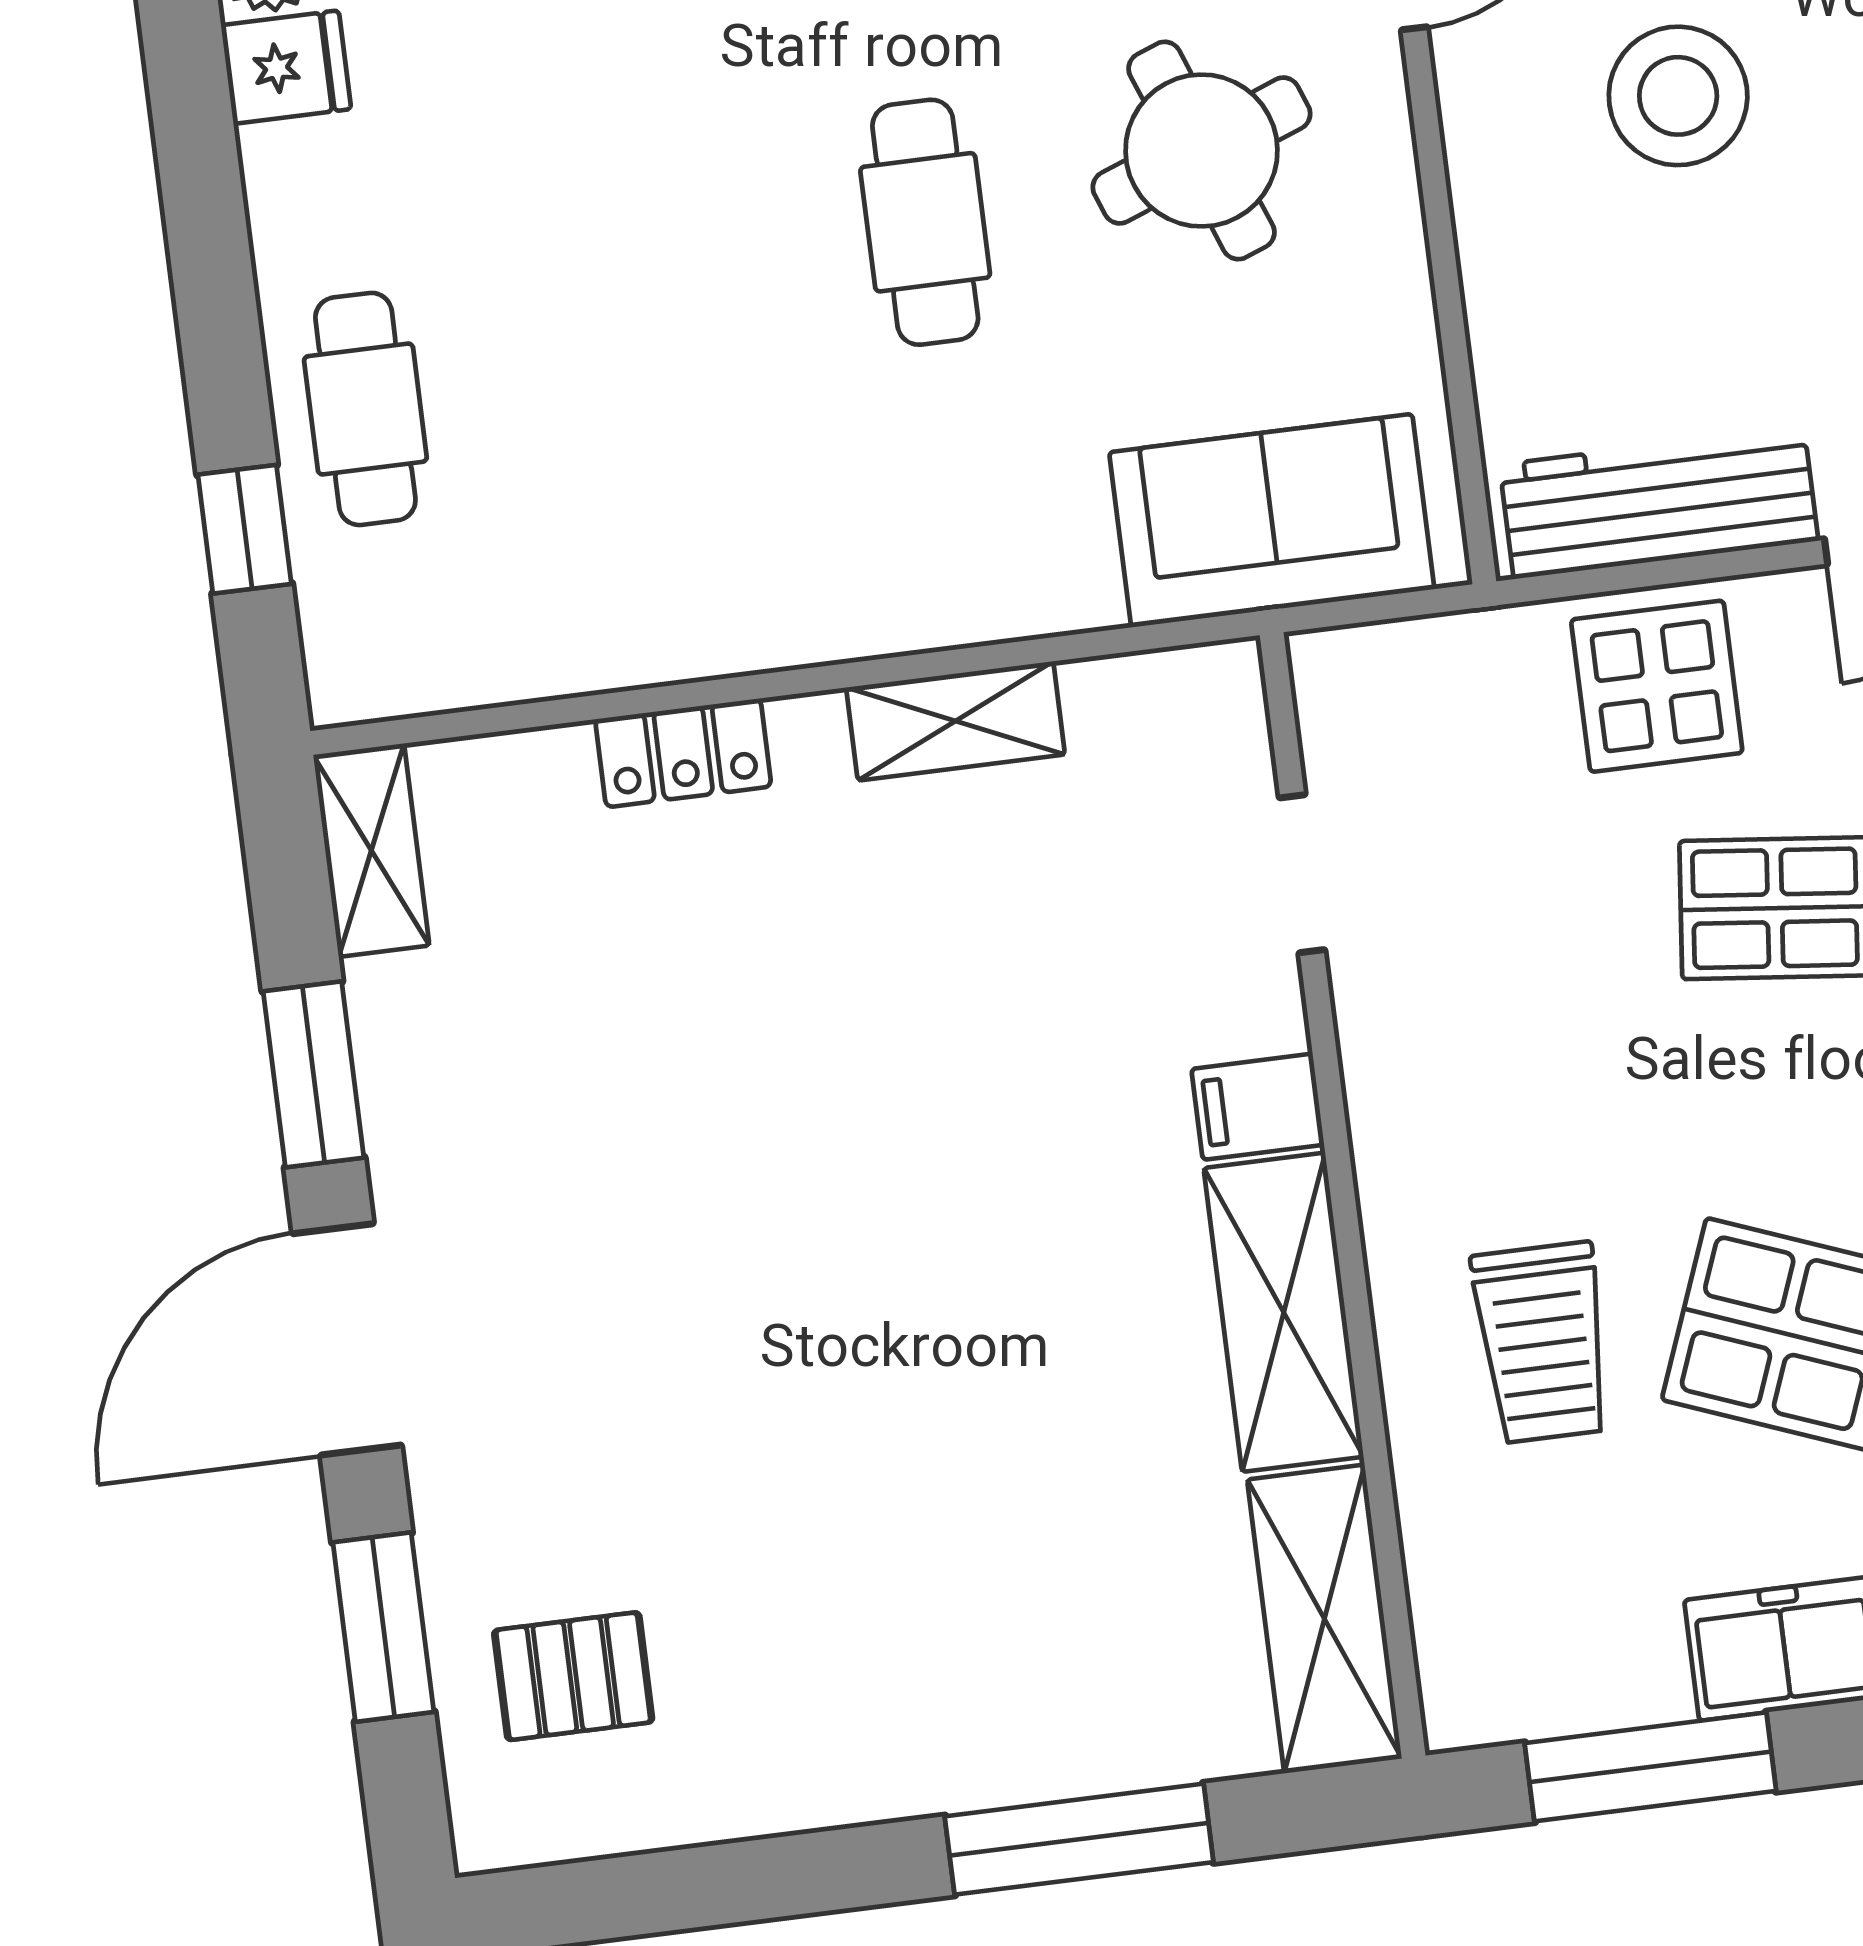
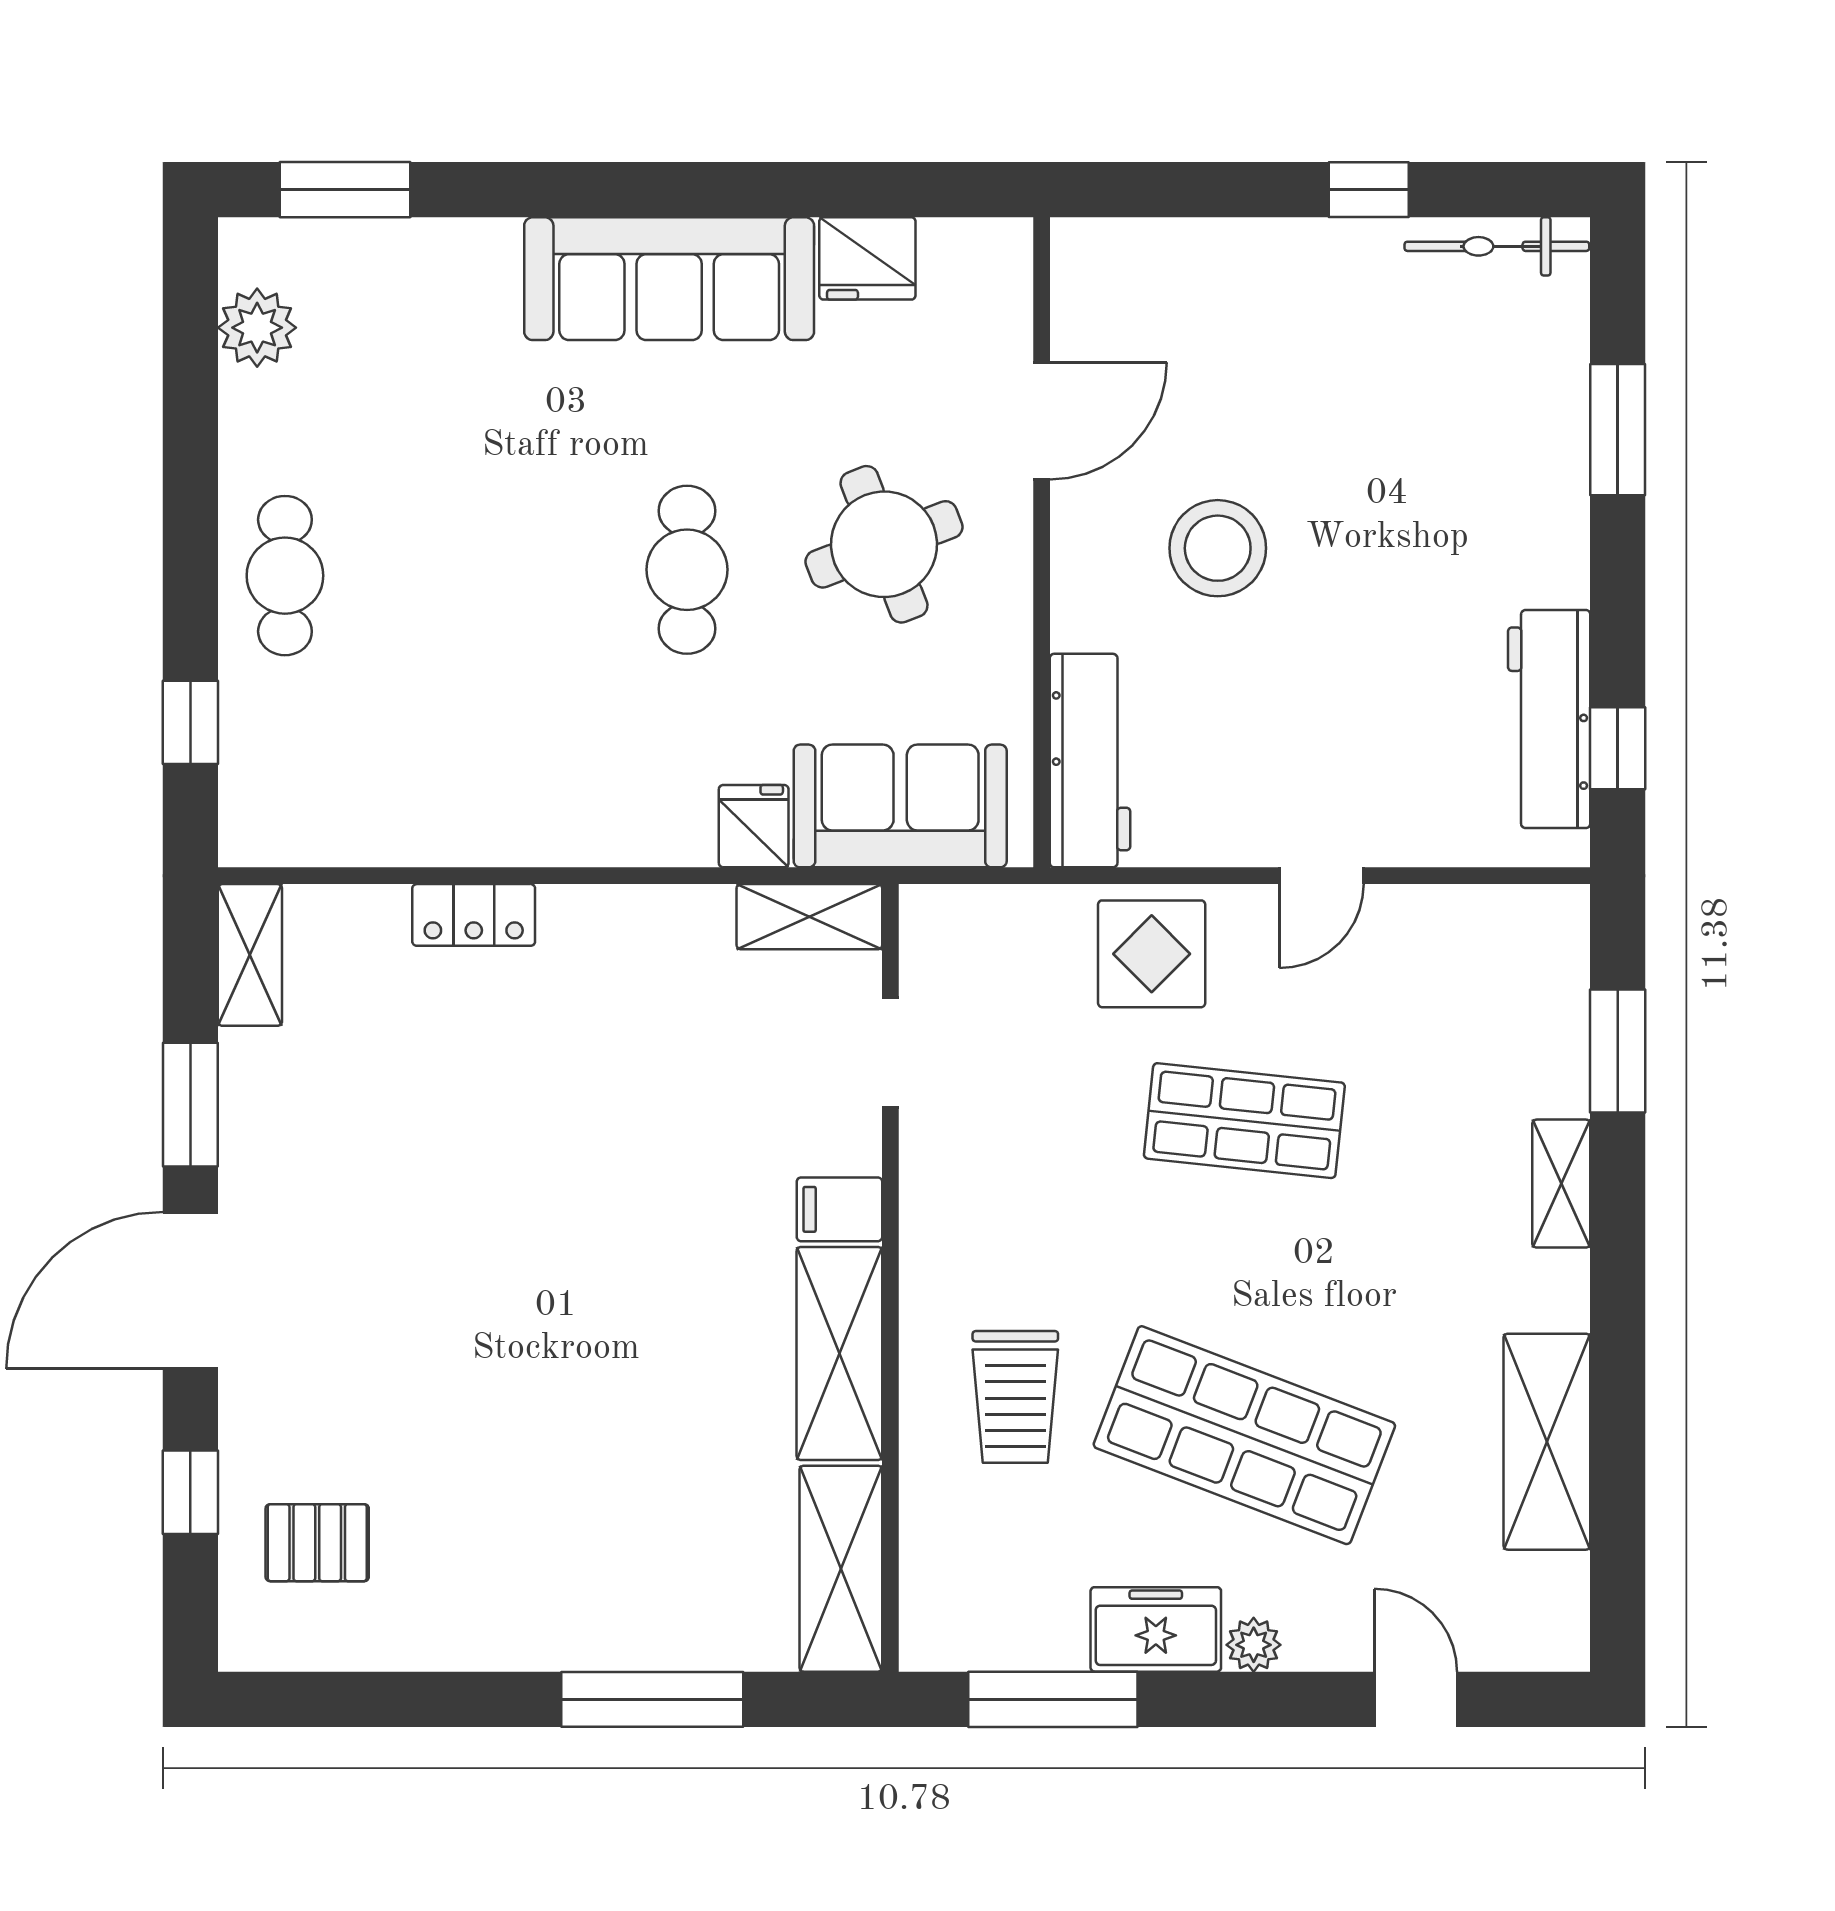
fridge: (286, 67) -> (754, 826), moved, turned -90
cafe table: (365, 409) -> (285, 576), moved
workbench: (1659, 503) -> (1090, 761), moved, turned 90
shelving: (956, 721) -> (809, 917), moved
window: (383, 1627) -> (190, 1492), width x0.67

